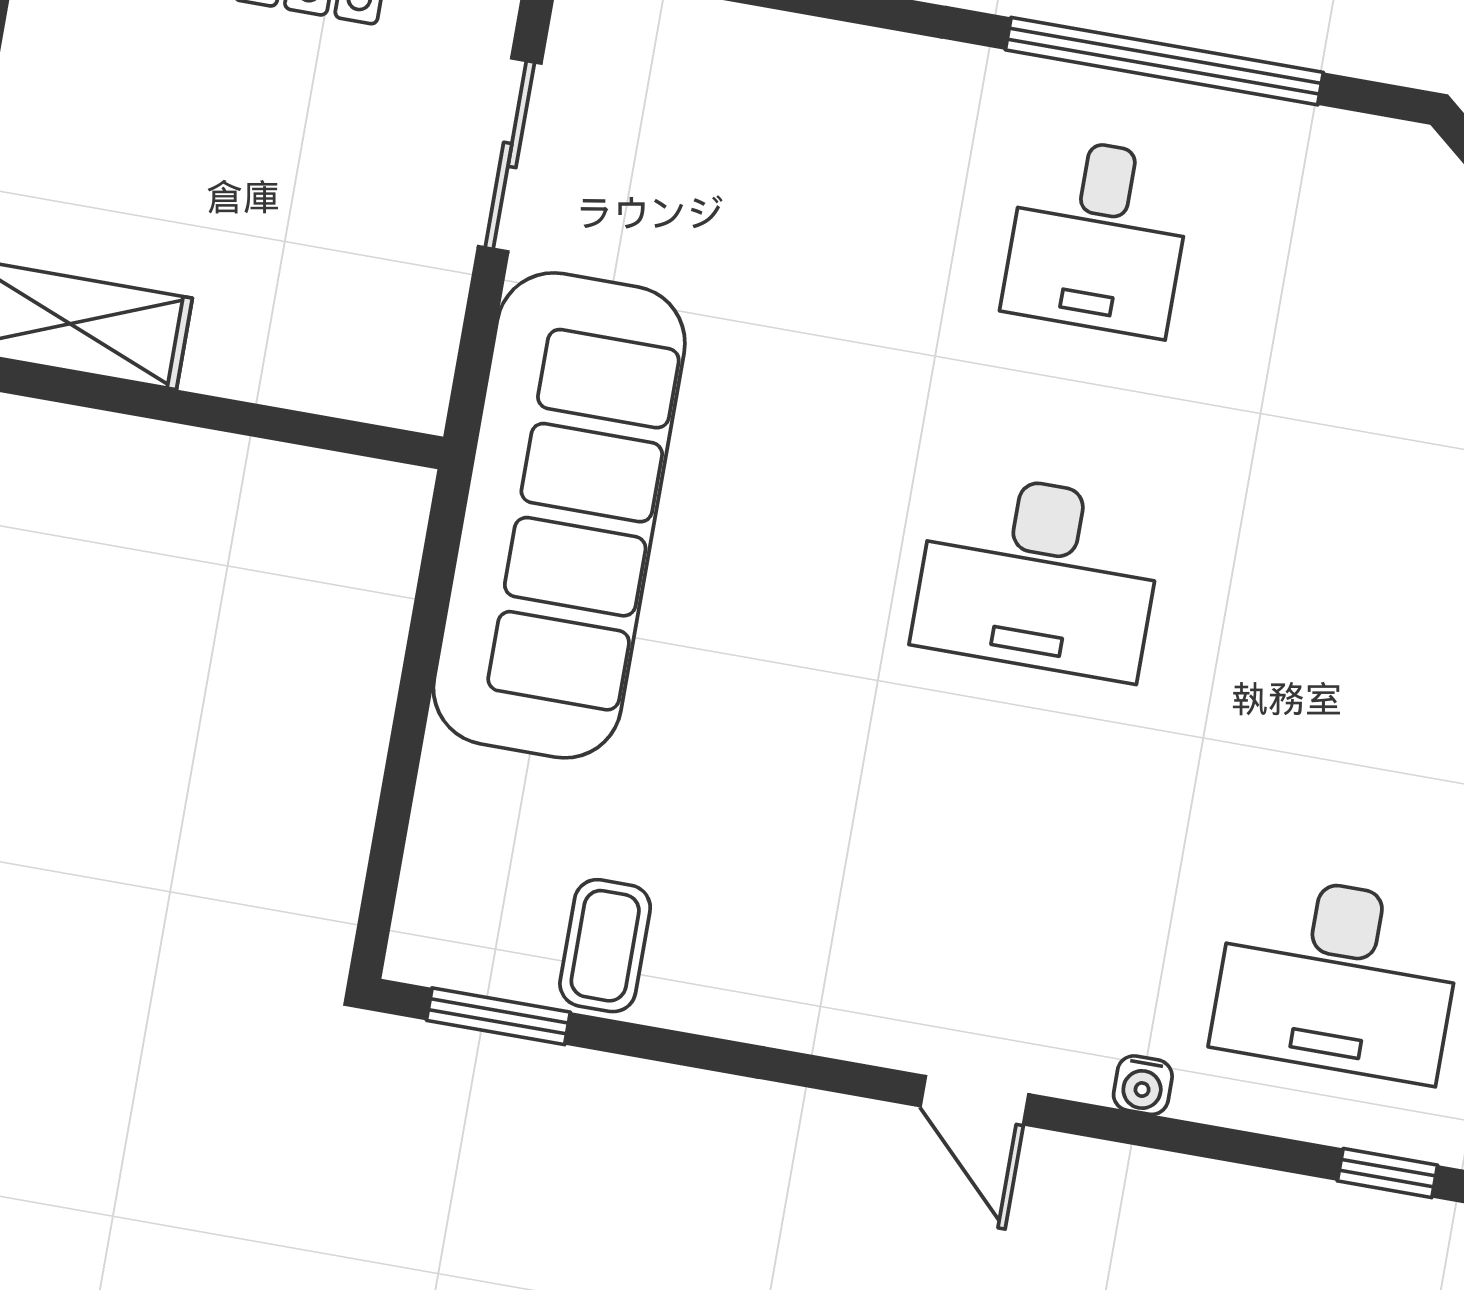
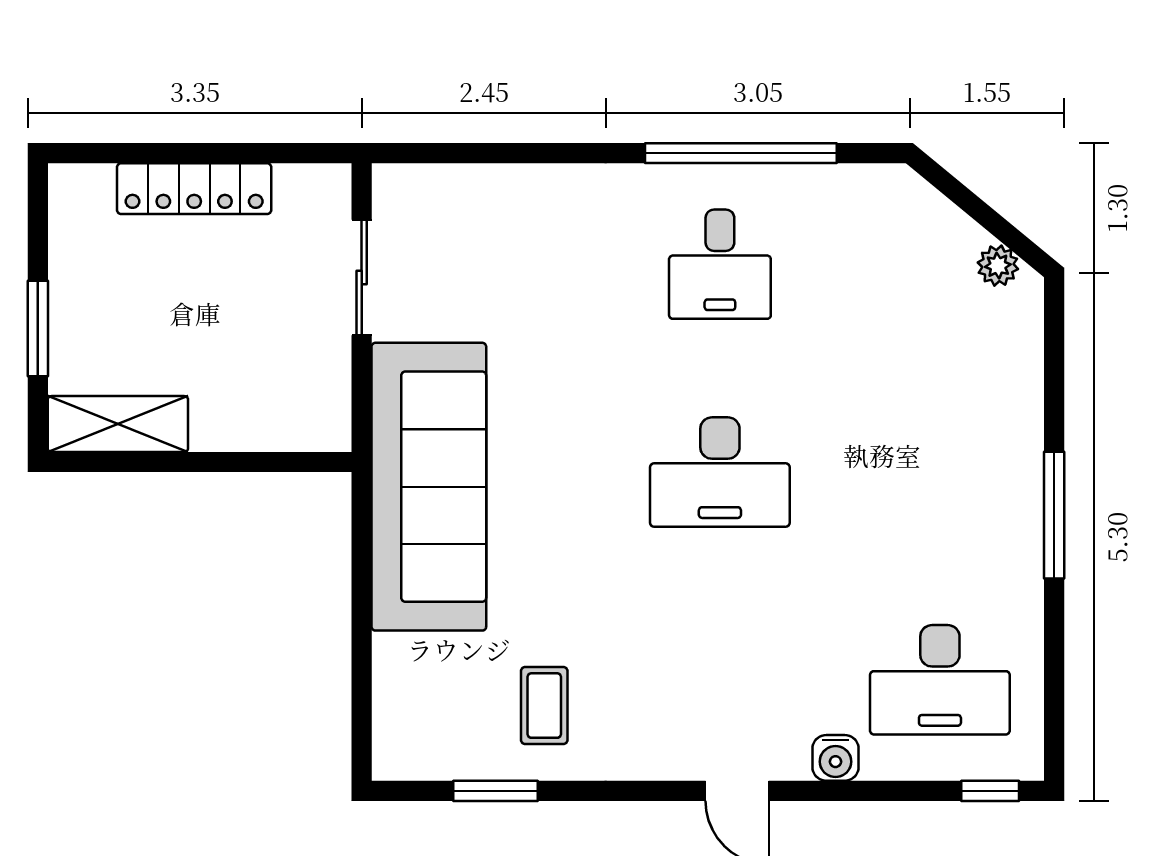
coffee table: (605, 946) -> (544, 706), moved
window: (498, 1016) -> (495, 791), moved
water cooler: (1143, 1085) -> (835, 758), width x1.38, depth x1.38

